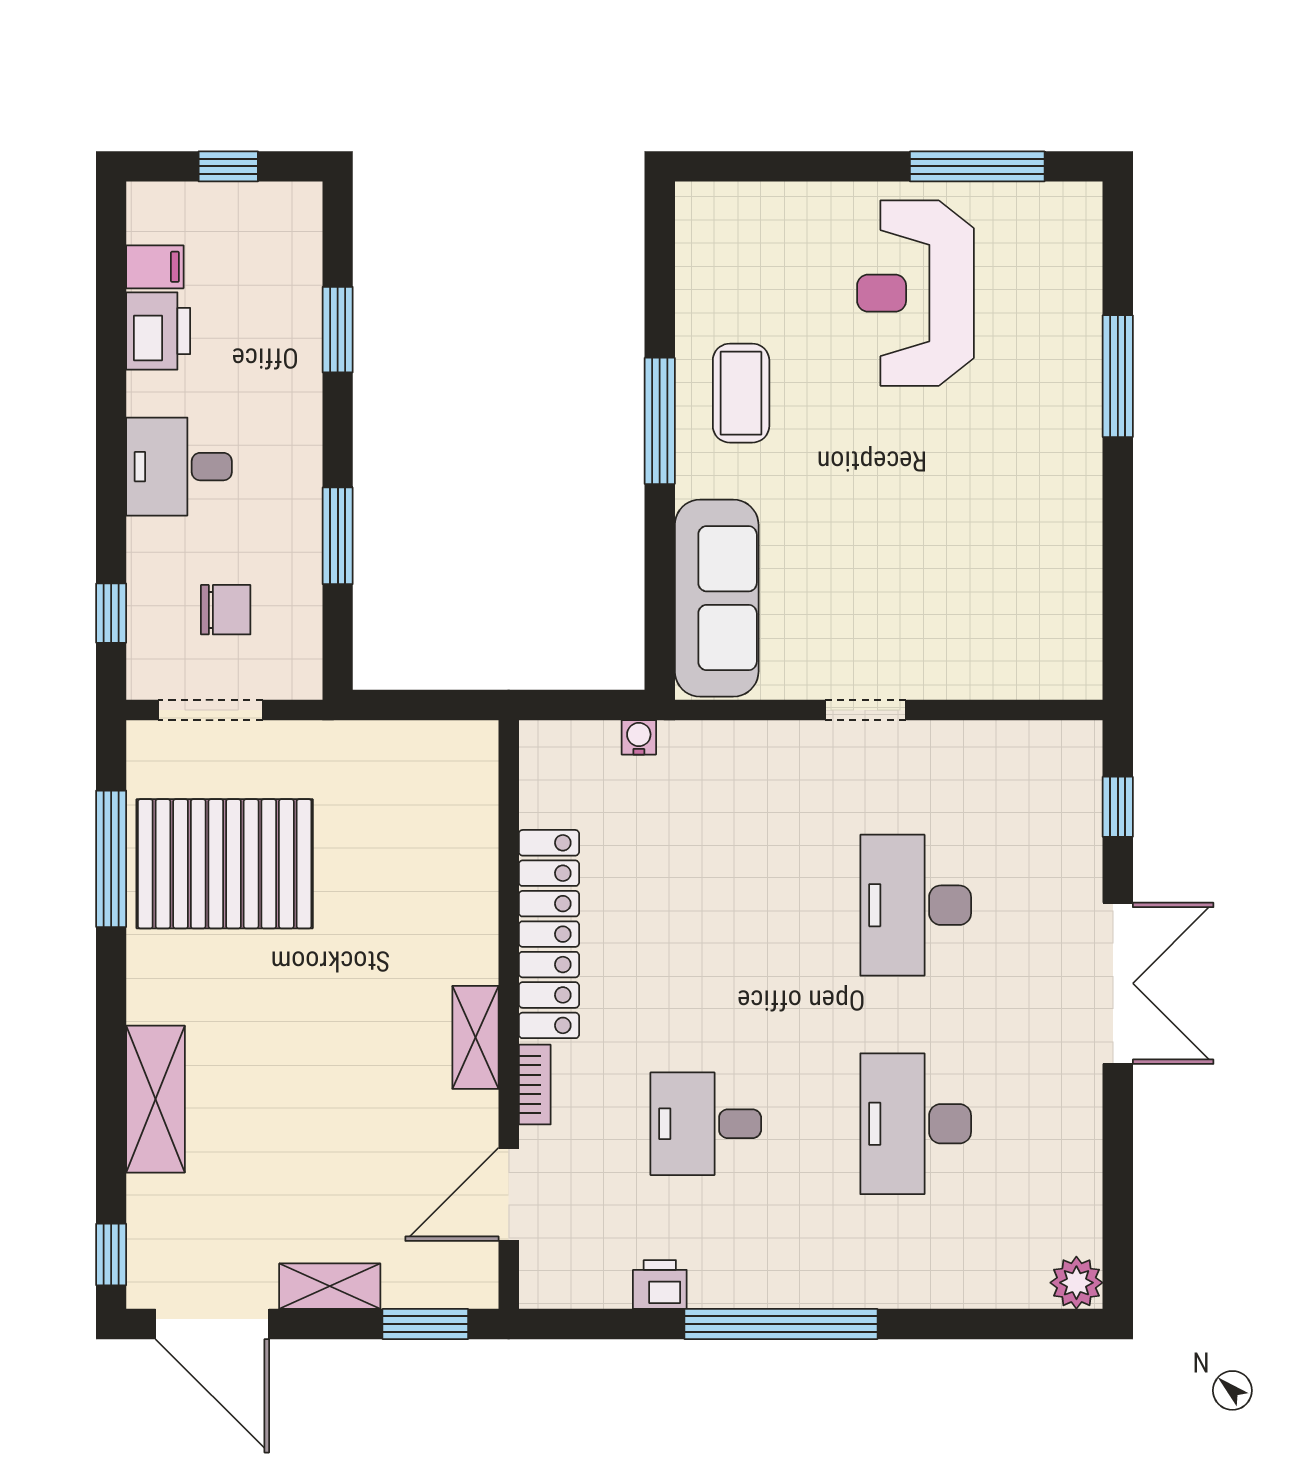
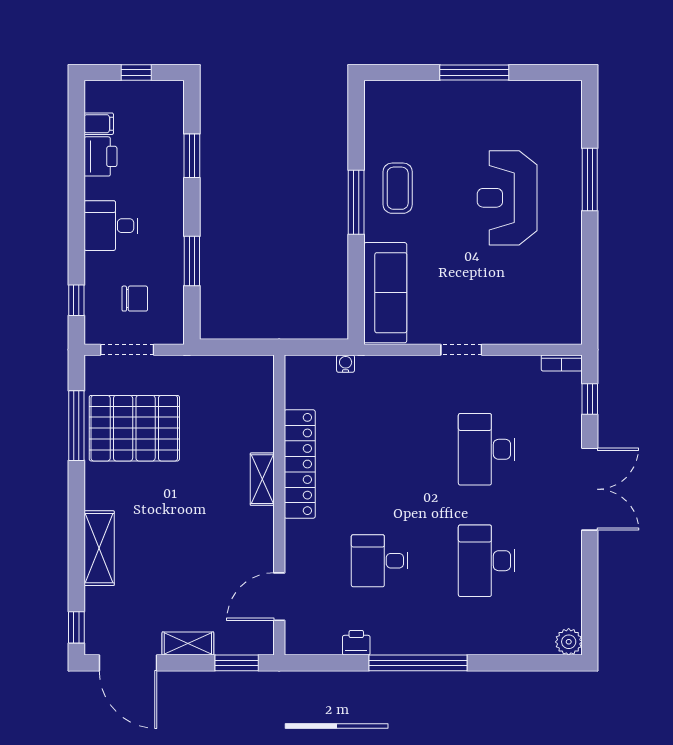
window: (977, 166) -> (474, 73), moved
reception desk: (915, 293) -> (507, 198), moved
shelving: (475, 1037) -> (262, 479), moved
bookcase: (535, 1085) -> (562, 363), moved, turned 90

